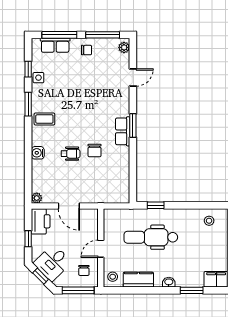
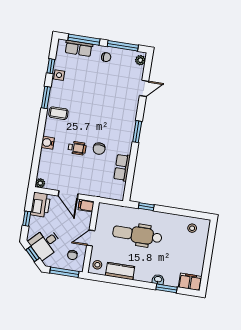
row of seats: (123, 131) -> (122, 167), moved
filing cabinet: (90, 214) -> (86, 206), added
washbasin: (169, 282) -> (158, 279), moved

